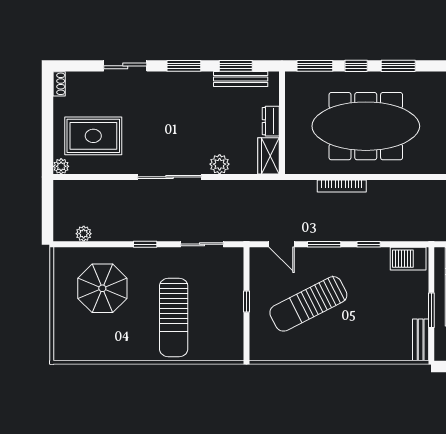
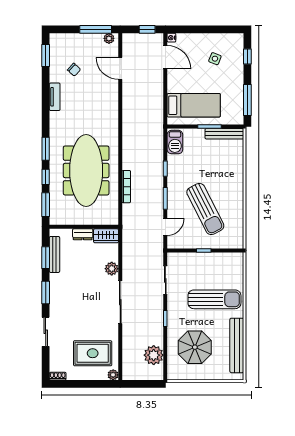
rug: (93, 136) -> (93, 353), turned 90
plant: (84, 234) -> (154, 355), width x1.88, depth x1.88
bench: (421, 340) -> (224, 134), width x1.36
bench: (105, 351) -> (237, 345), added

